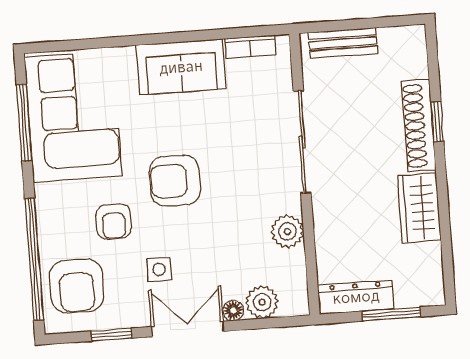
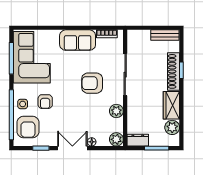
bench: (343, 43) -> (165, 35), moved
armchair: (175, 181) -> (92, 83), moved
plant: (425, 261) -> (172, 127), added
side table: (159, 269) -> (23, 104), moved
dresser: (356, 297) -> (138, 140), width x0.70
plant: (262, 302) -> (116, 139), moved

